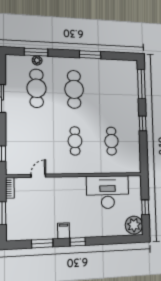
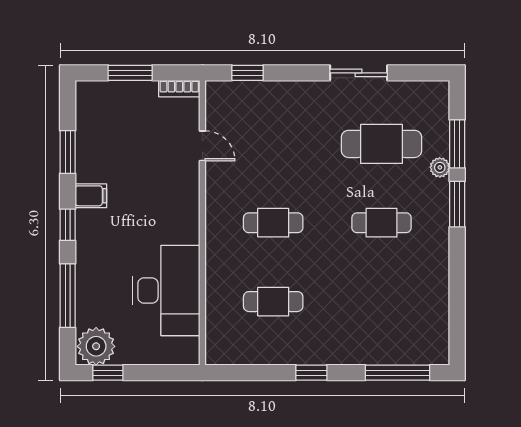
window: (90, 55) -> (457, 204), moved
plant: (37, 60) -> (440, 167), moved
cafe table: (74, 89) -> (382, 223), width x0.73, depth x0.74
window: (145, 207) -> (108, 373), moved
window: (111, 240) -> (68, 296), added

